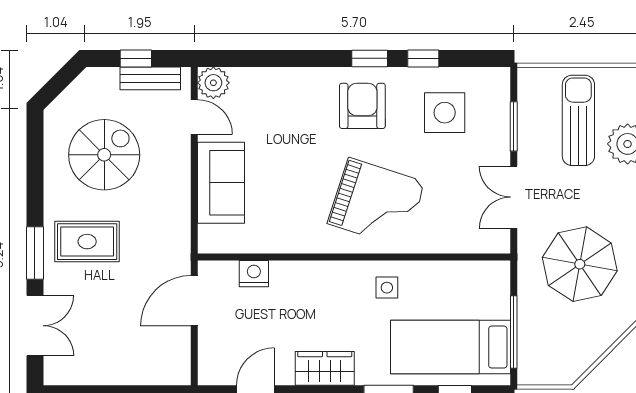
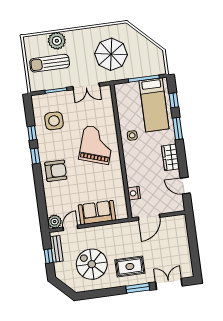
armchair: (362, 106) -> (56, 171), moved, turned 180
rug: (87, 242) -> (130, 266), turned 90
door: (194, 301) -> (149, 217), hinge flipped

